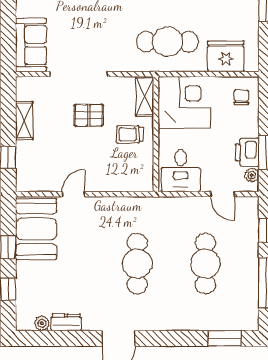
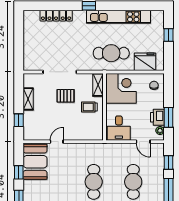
sofa: (31, 45) -> (32, 55), removed

